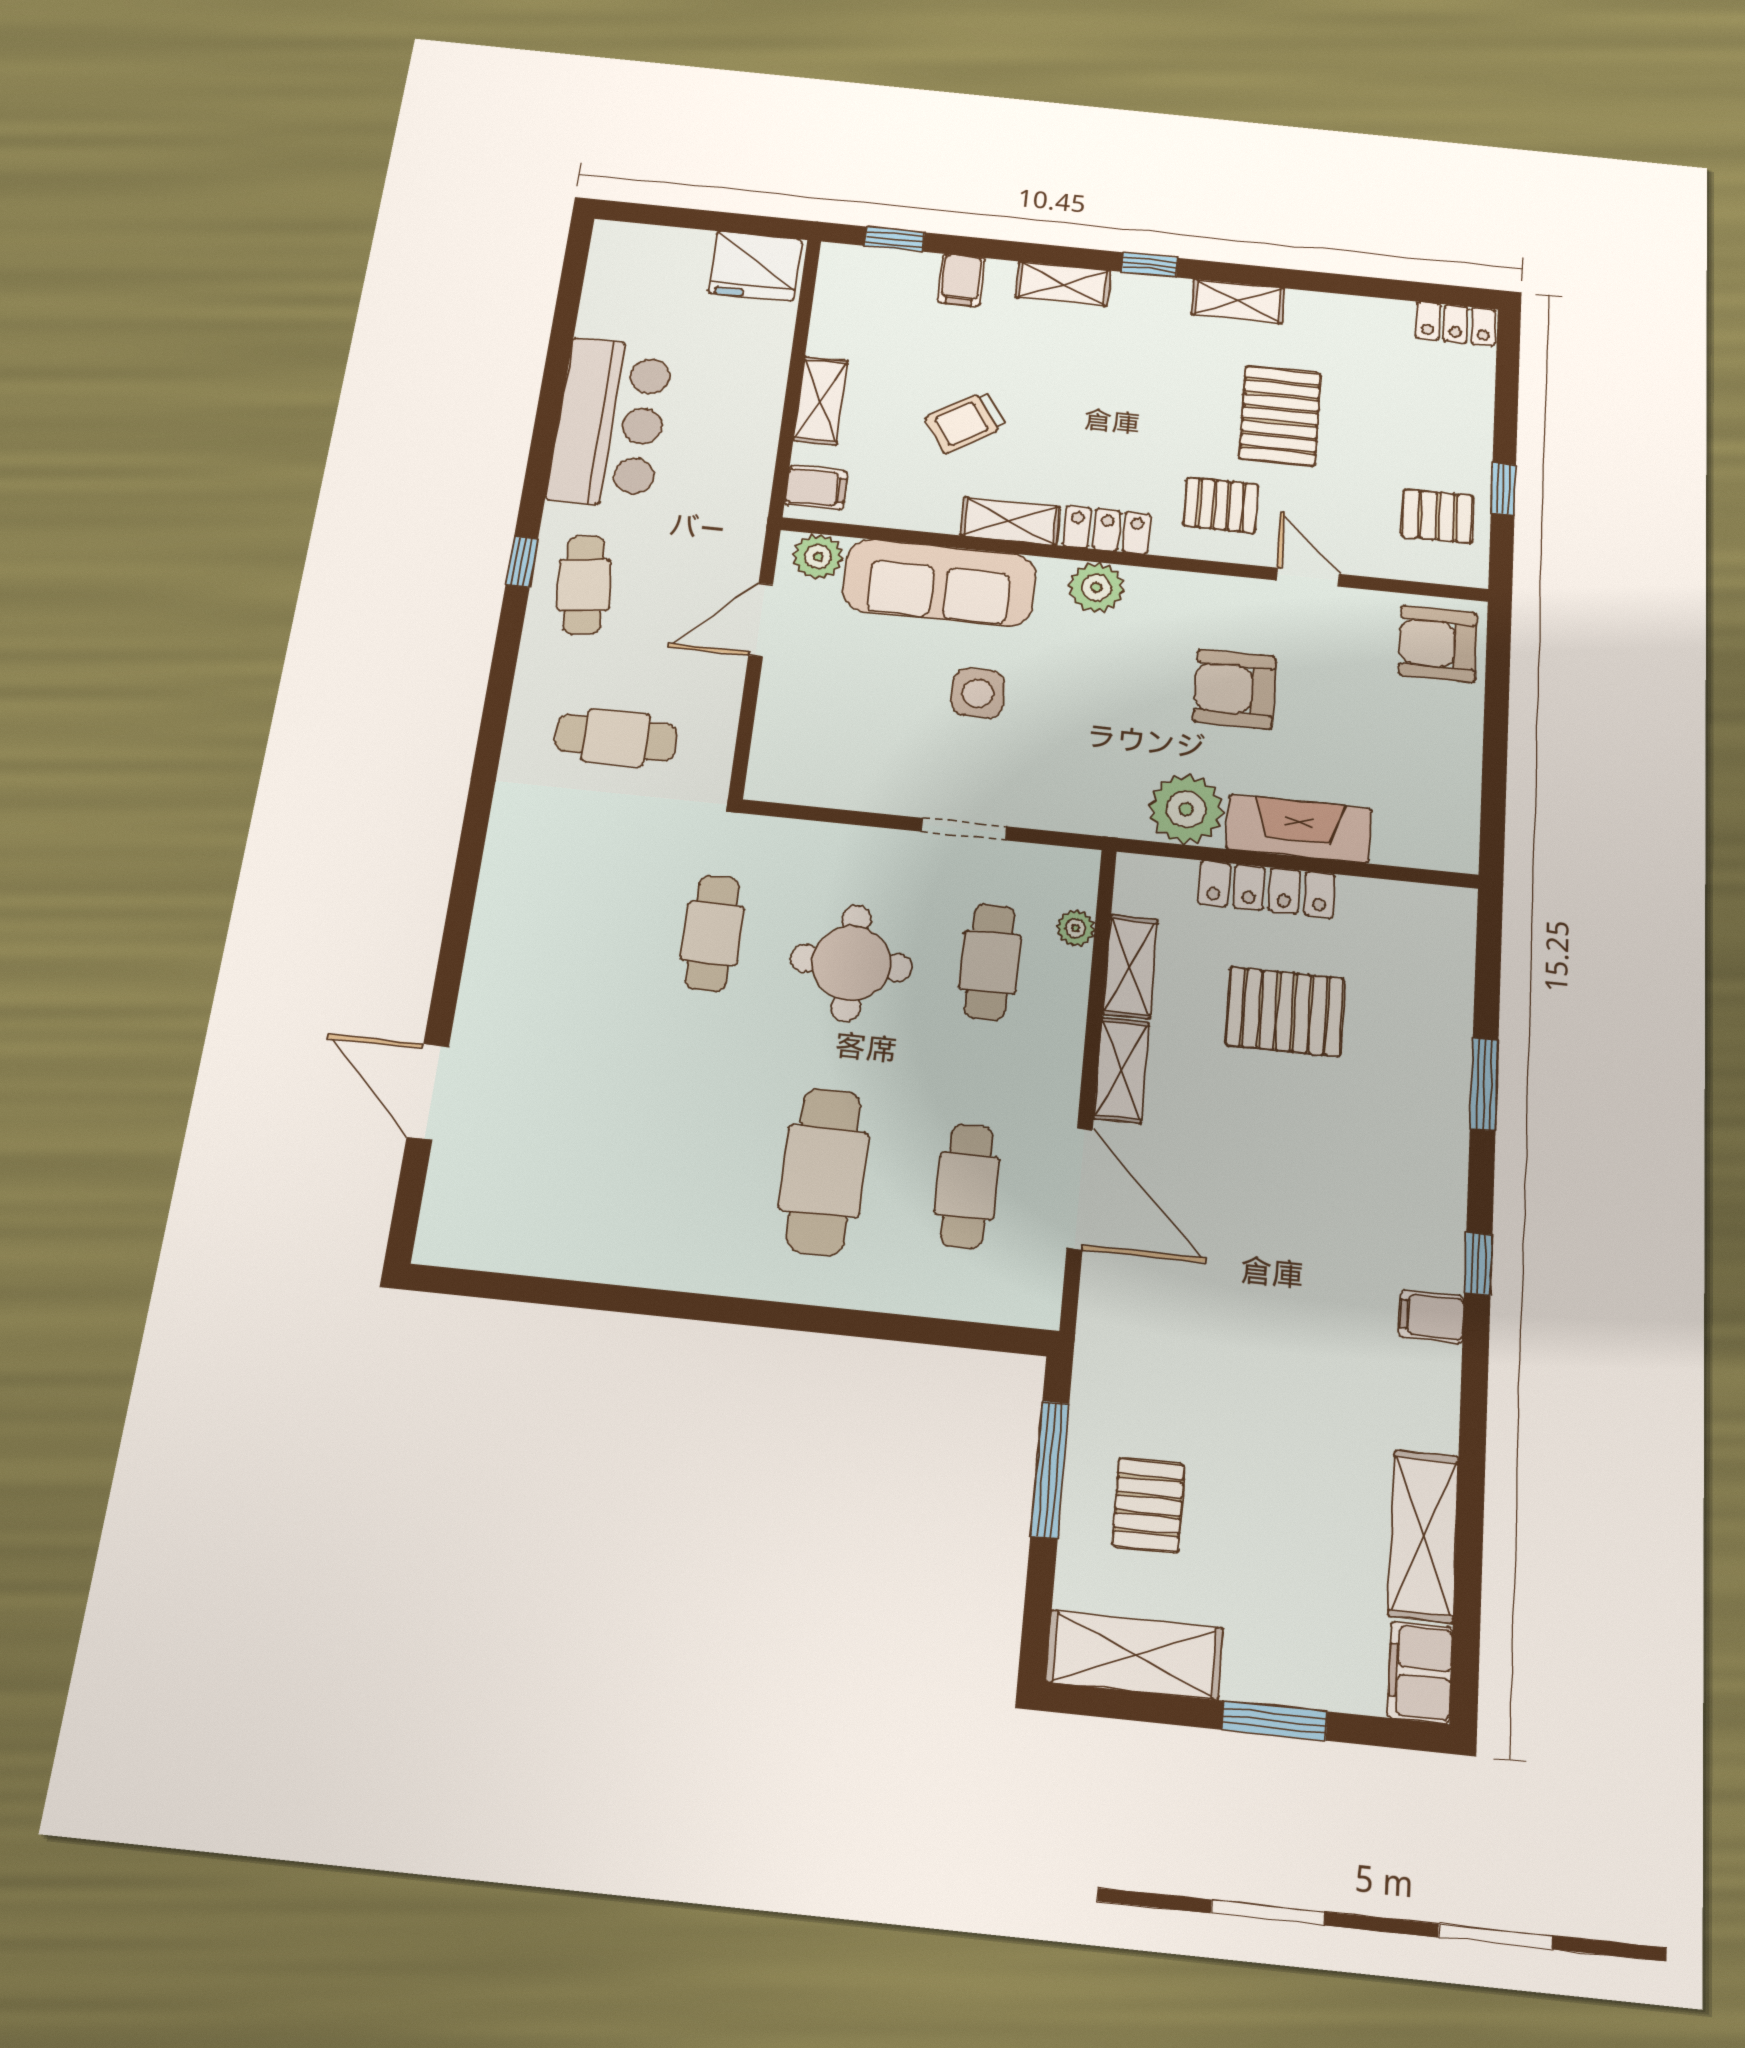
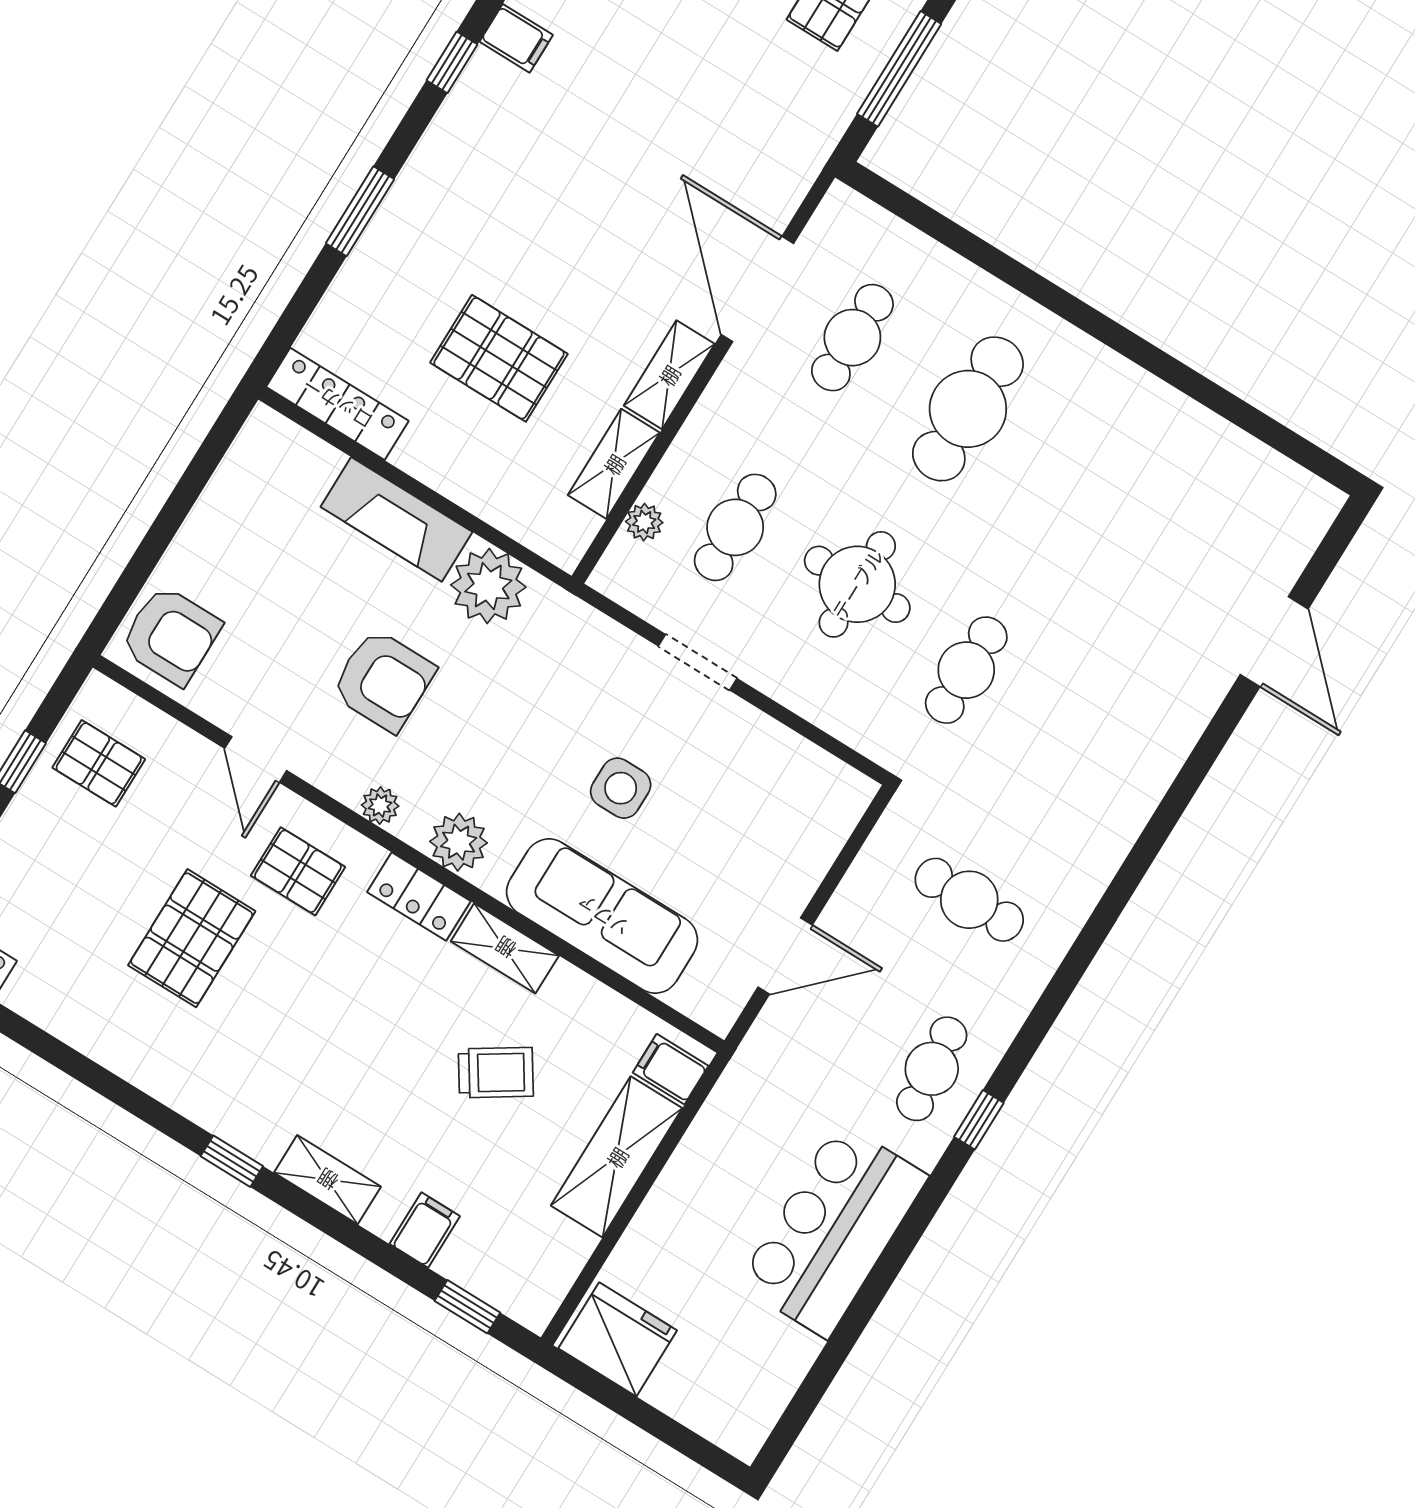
shelving: (1238, 301) -> (167, 1081), removed
shelving: (821, 400) -> (617, 1157), width x1.50, depth x1.33
plant: (818, 557) -> (380, 806), moved, width x0.73, depth x0.73
locker: (1267, 889) -> (337, 404), moved

